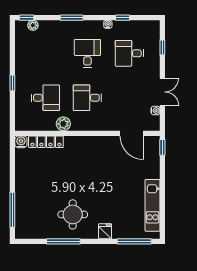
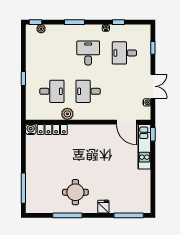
kitchen unit: (152, 205) -> (144, 147), moved

